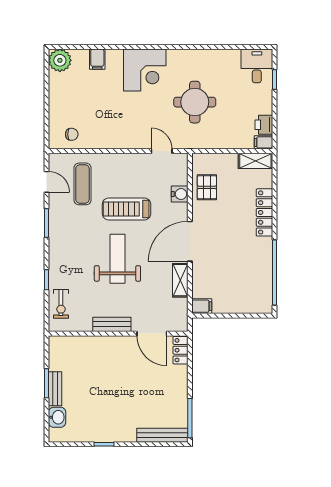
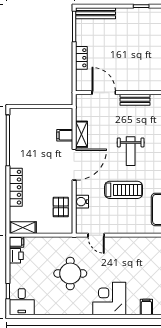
weight bench: (117, 259) -> (131, 151), width x0.73, depth x0.75
filing cabinet: (202, 306) -> (65, 135), moved
locker: (180, 350) -> (81, 58), moved

